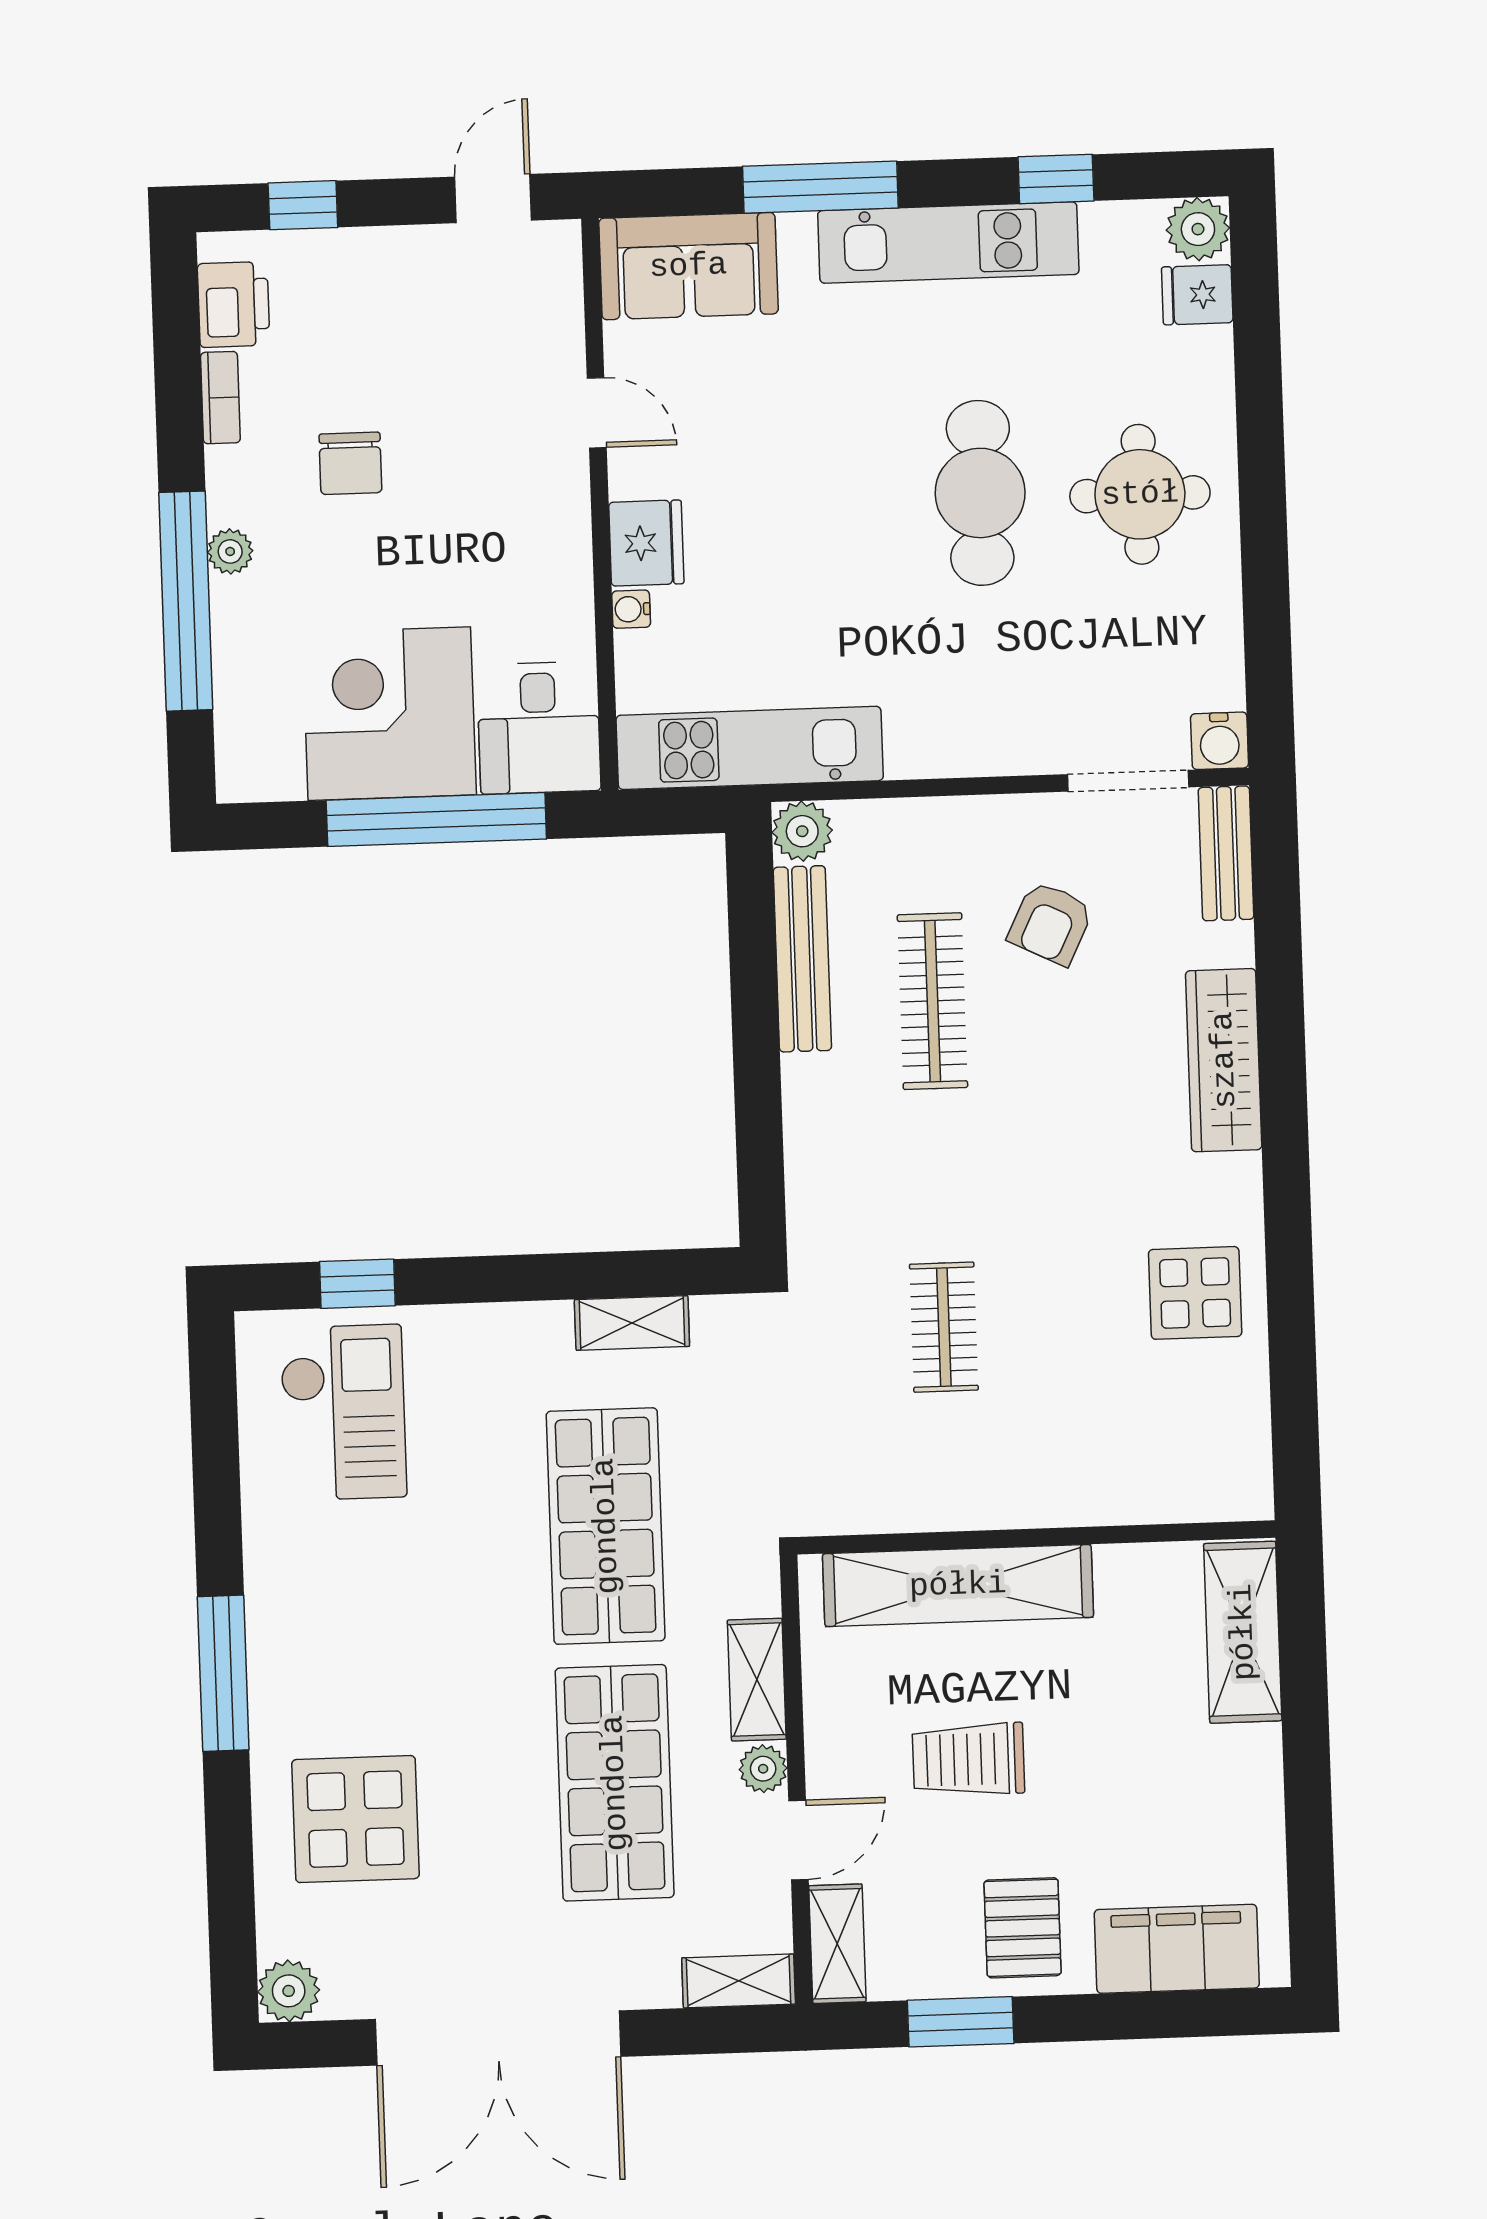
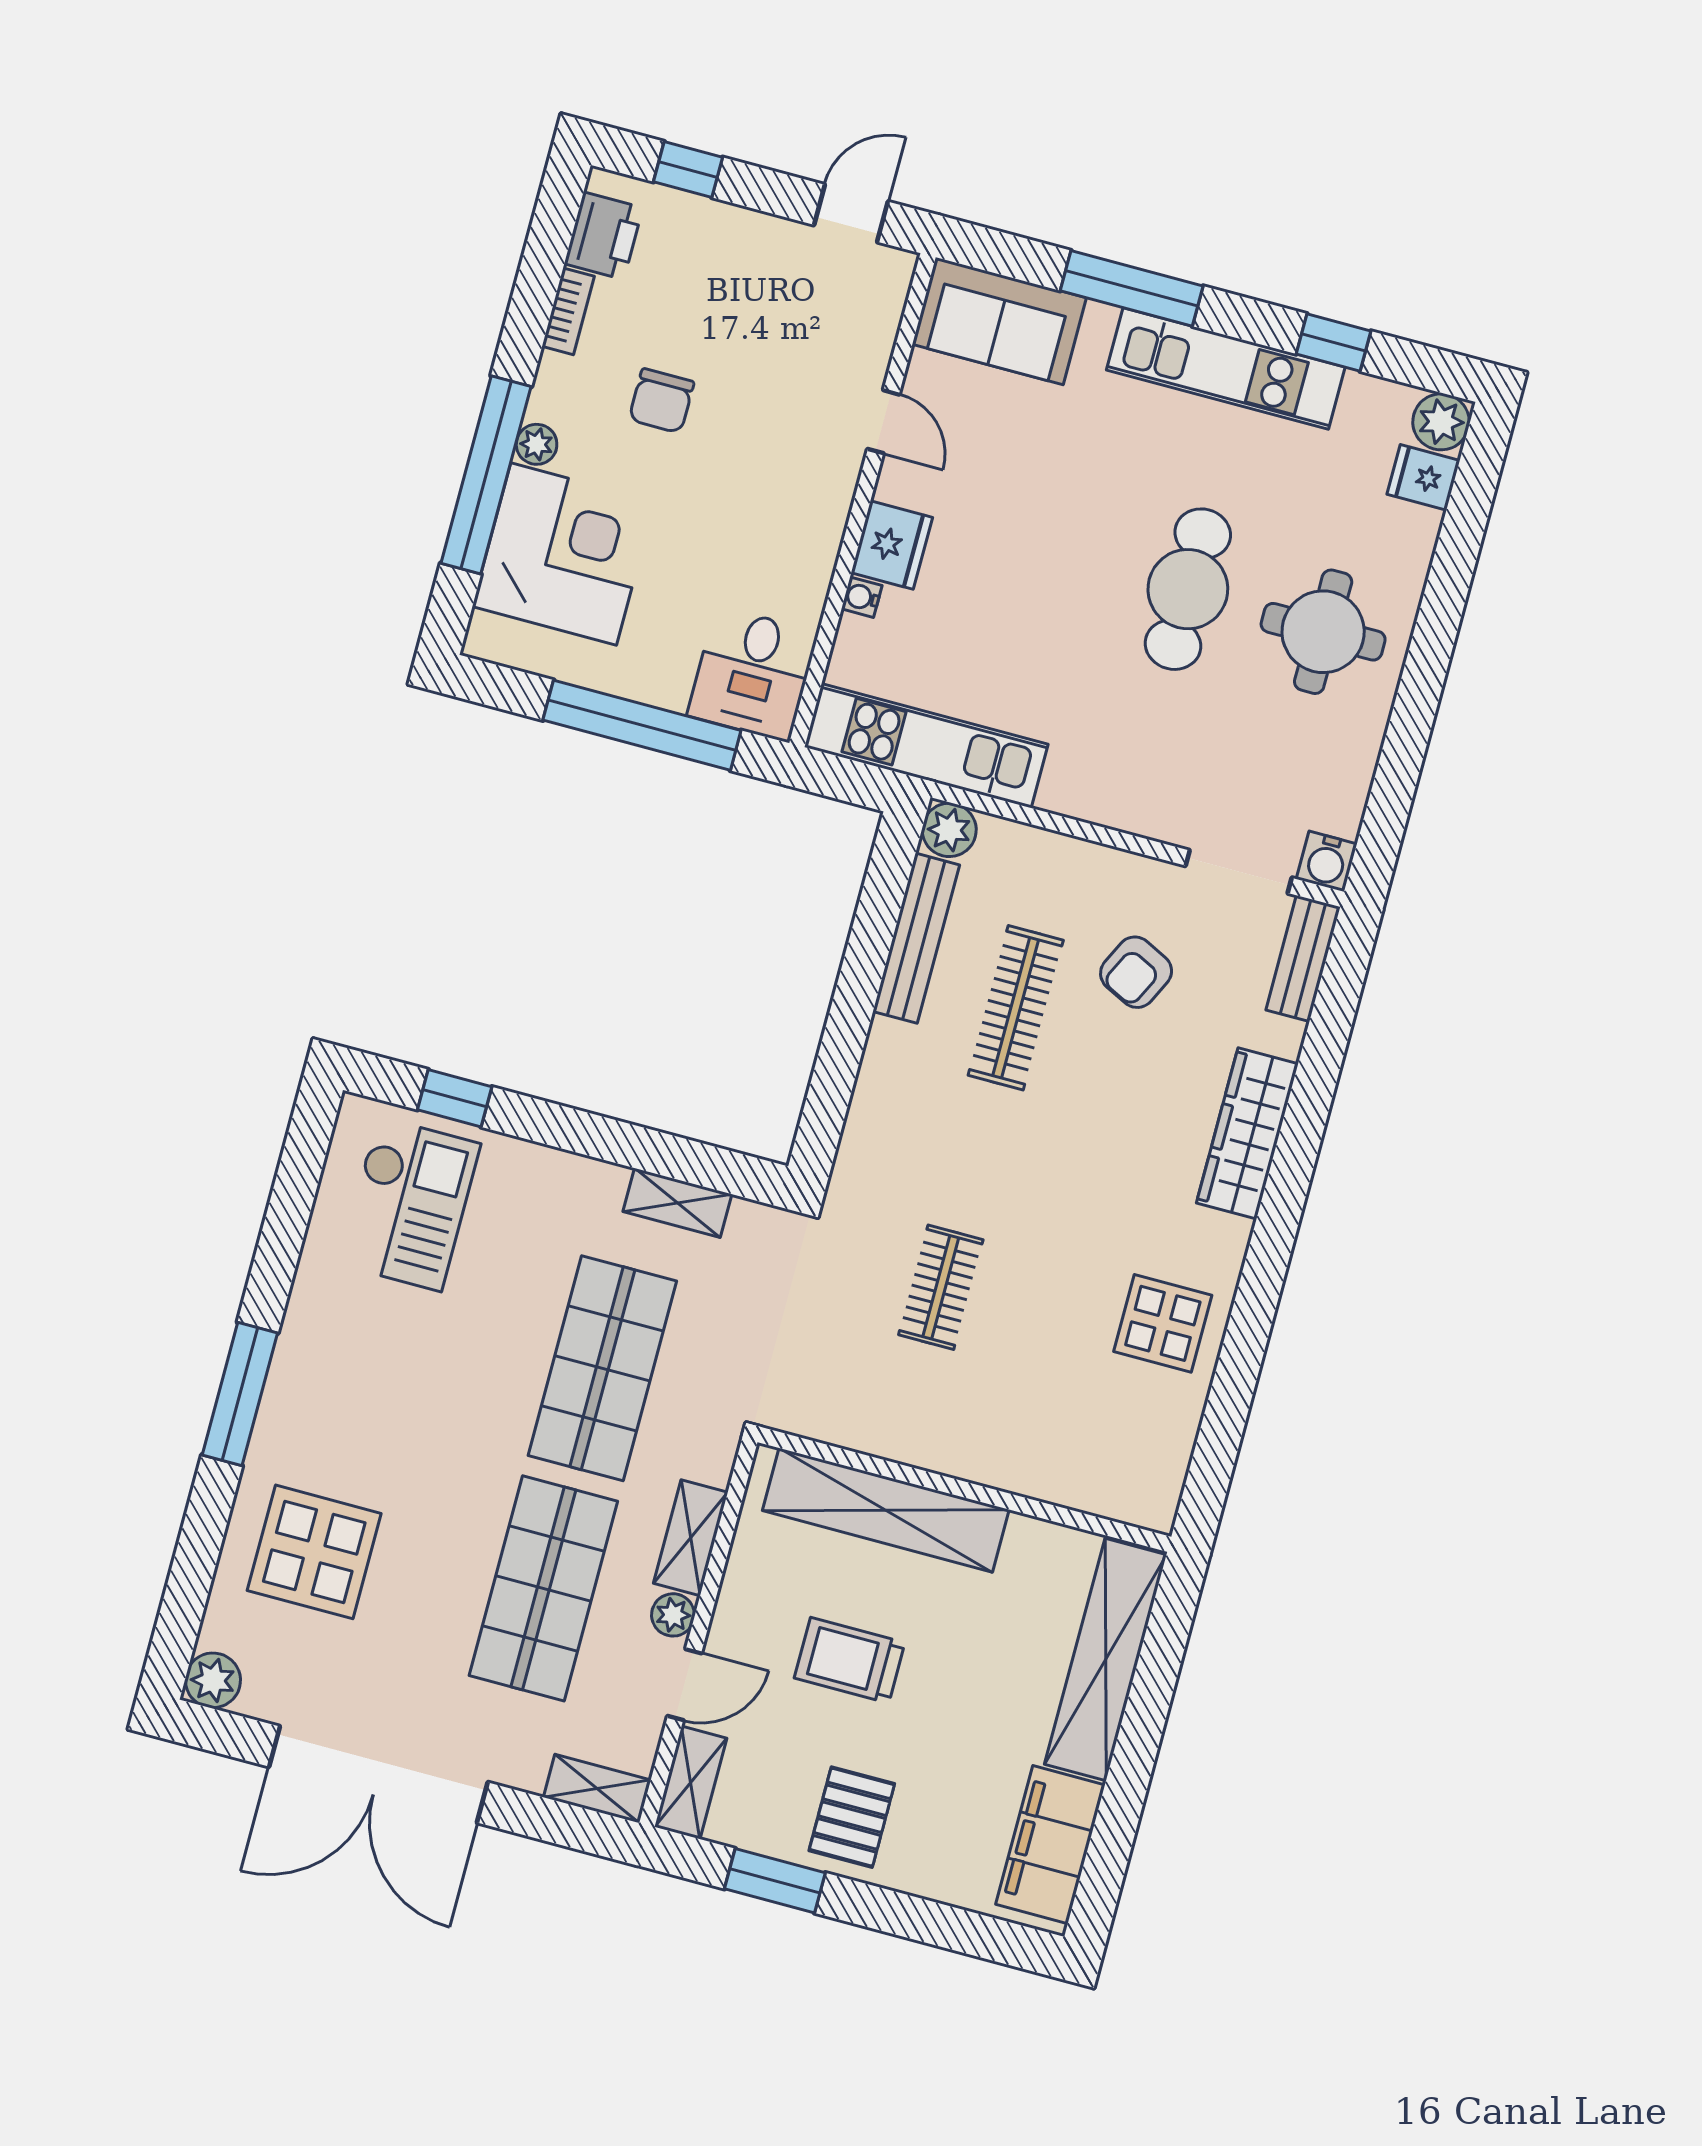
corner desk: (389, 714) -> (564, 554), moved, turned 90
shelving: (1243, 1632) -> (1106, 1659), width x1.47
filing cabinet: (1177, 1949) -> (1050, 1845), moved, turned -90

